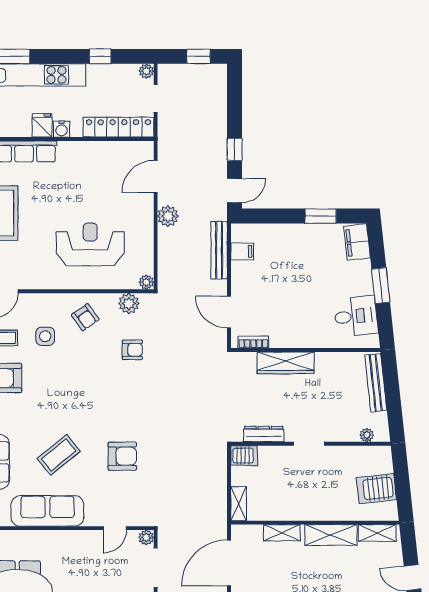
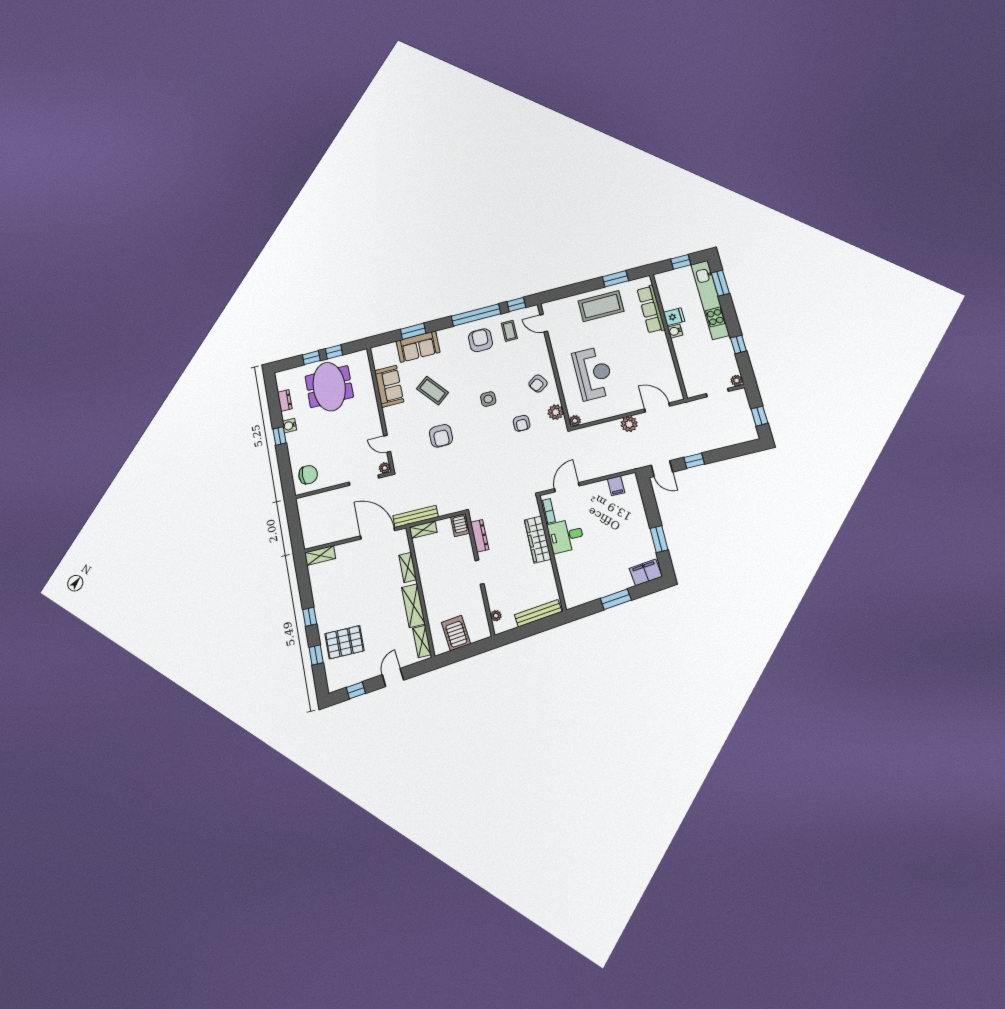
locker: (118, 127) -> (688, 371), removed
bench: (219, 250) -> (416, 516), moved
desk: (356, 316) -> (566, 536), moved, turned 96
side table: (45, 336) -> (488, 399), moved
sofa: (47, 511) -> (389, 386), width x0.73

